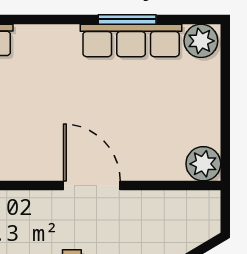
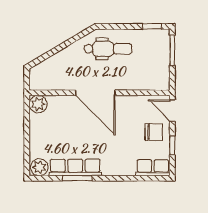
door: (92, 186) -> (95, 93), width x1.36

